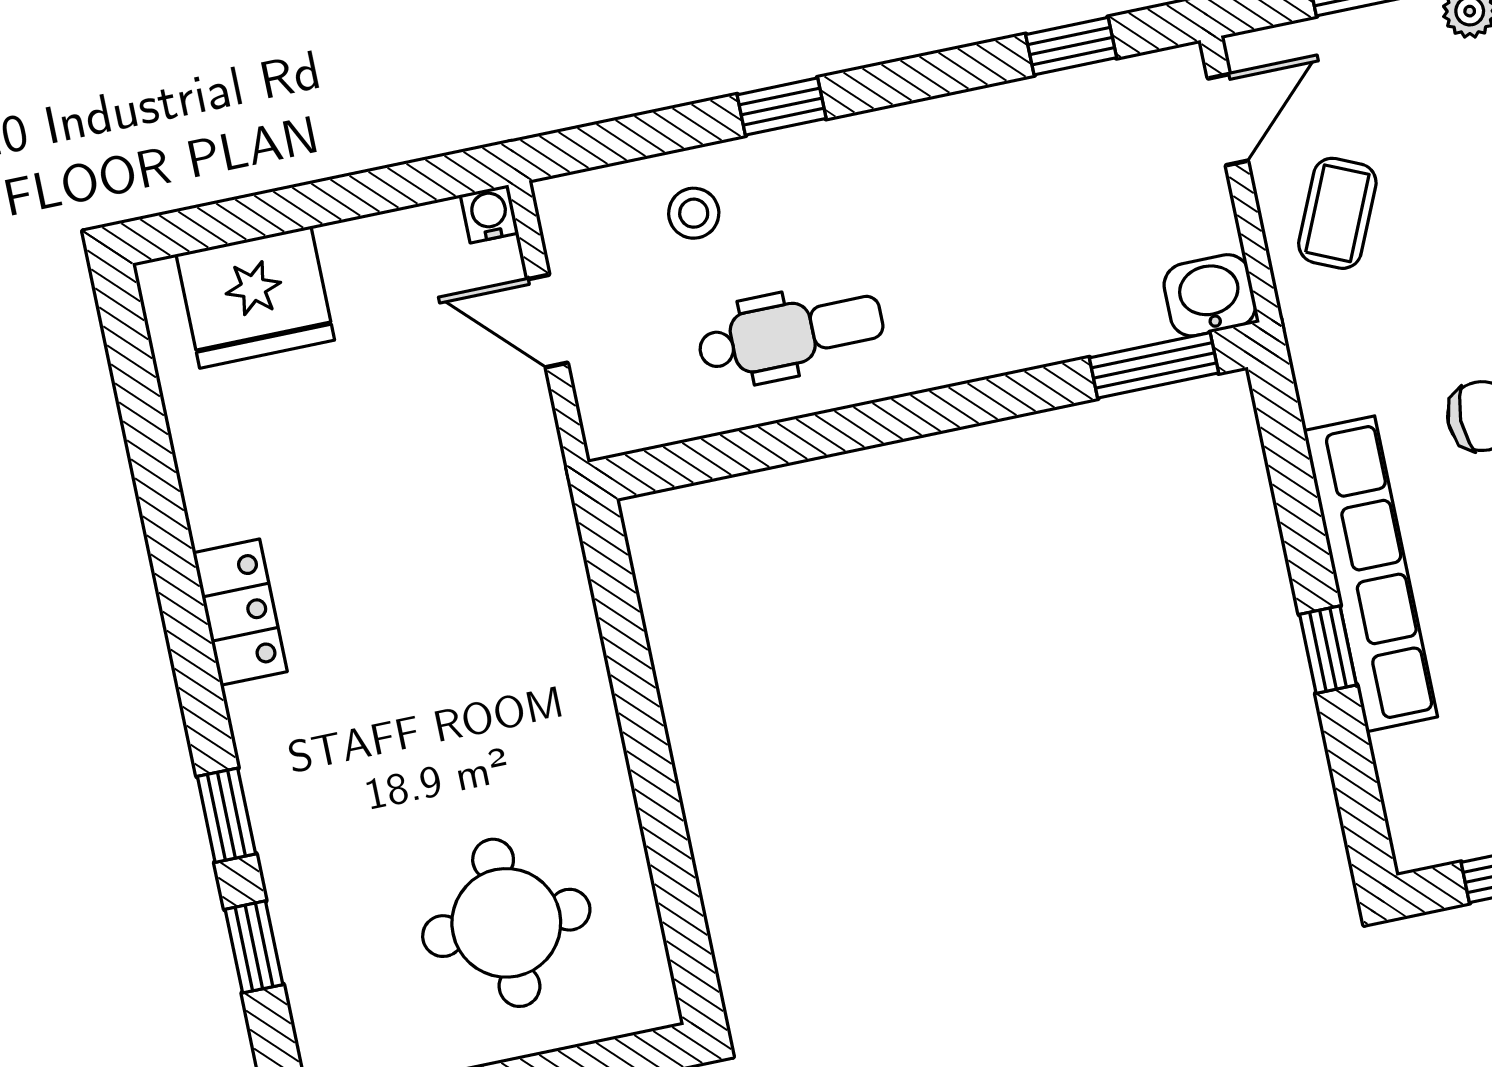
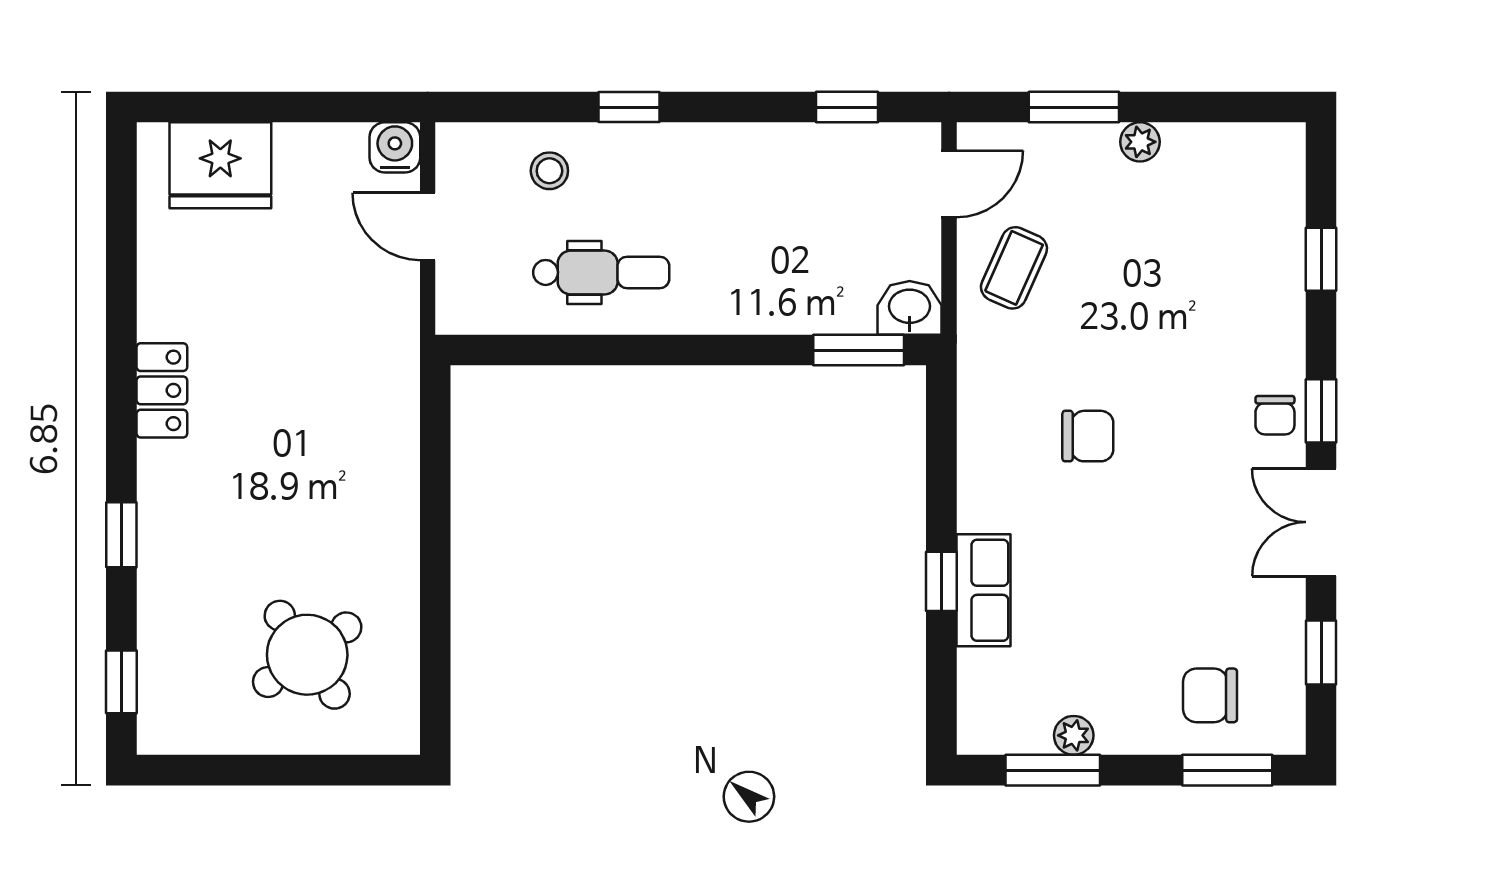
water cooler: (489, 214) -> (395, 147), width x1.38, depth x1.38
row of seats: (1370, 574) -> (983, 590), width x0.50
round table: (506, 923) -> (307, 655), turned -35
window: (254, 947) -> (121, 682), moved

